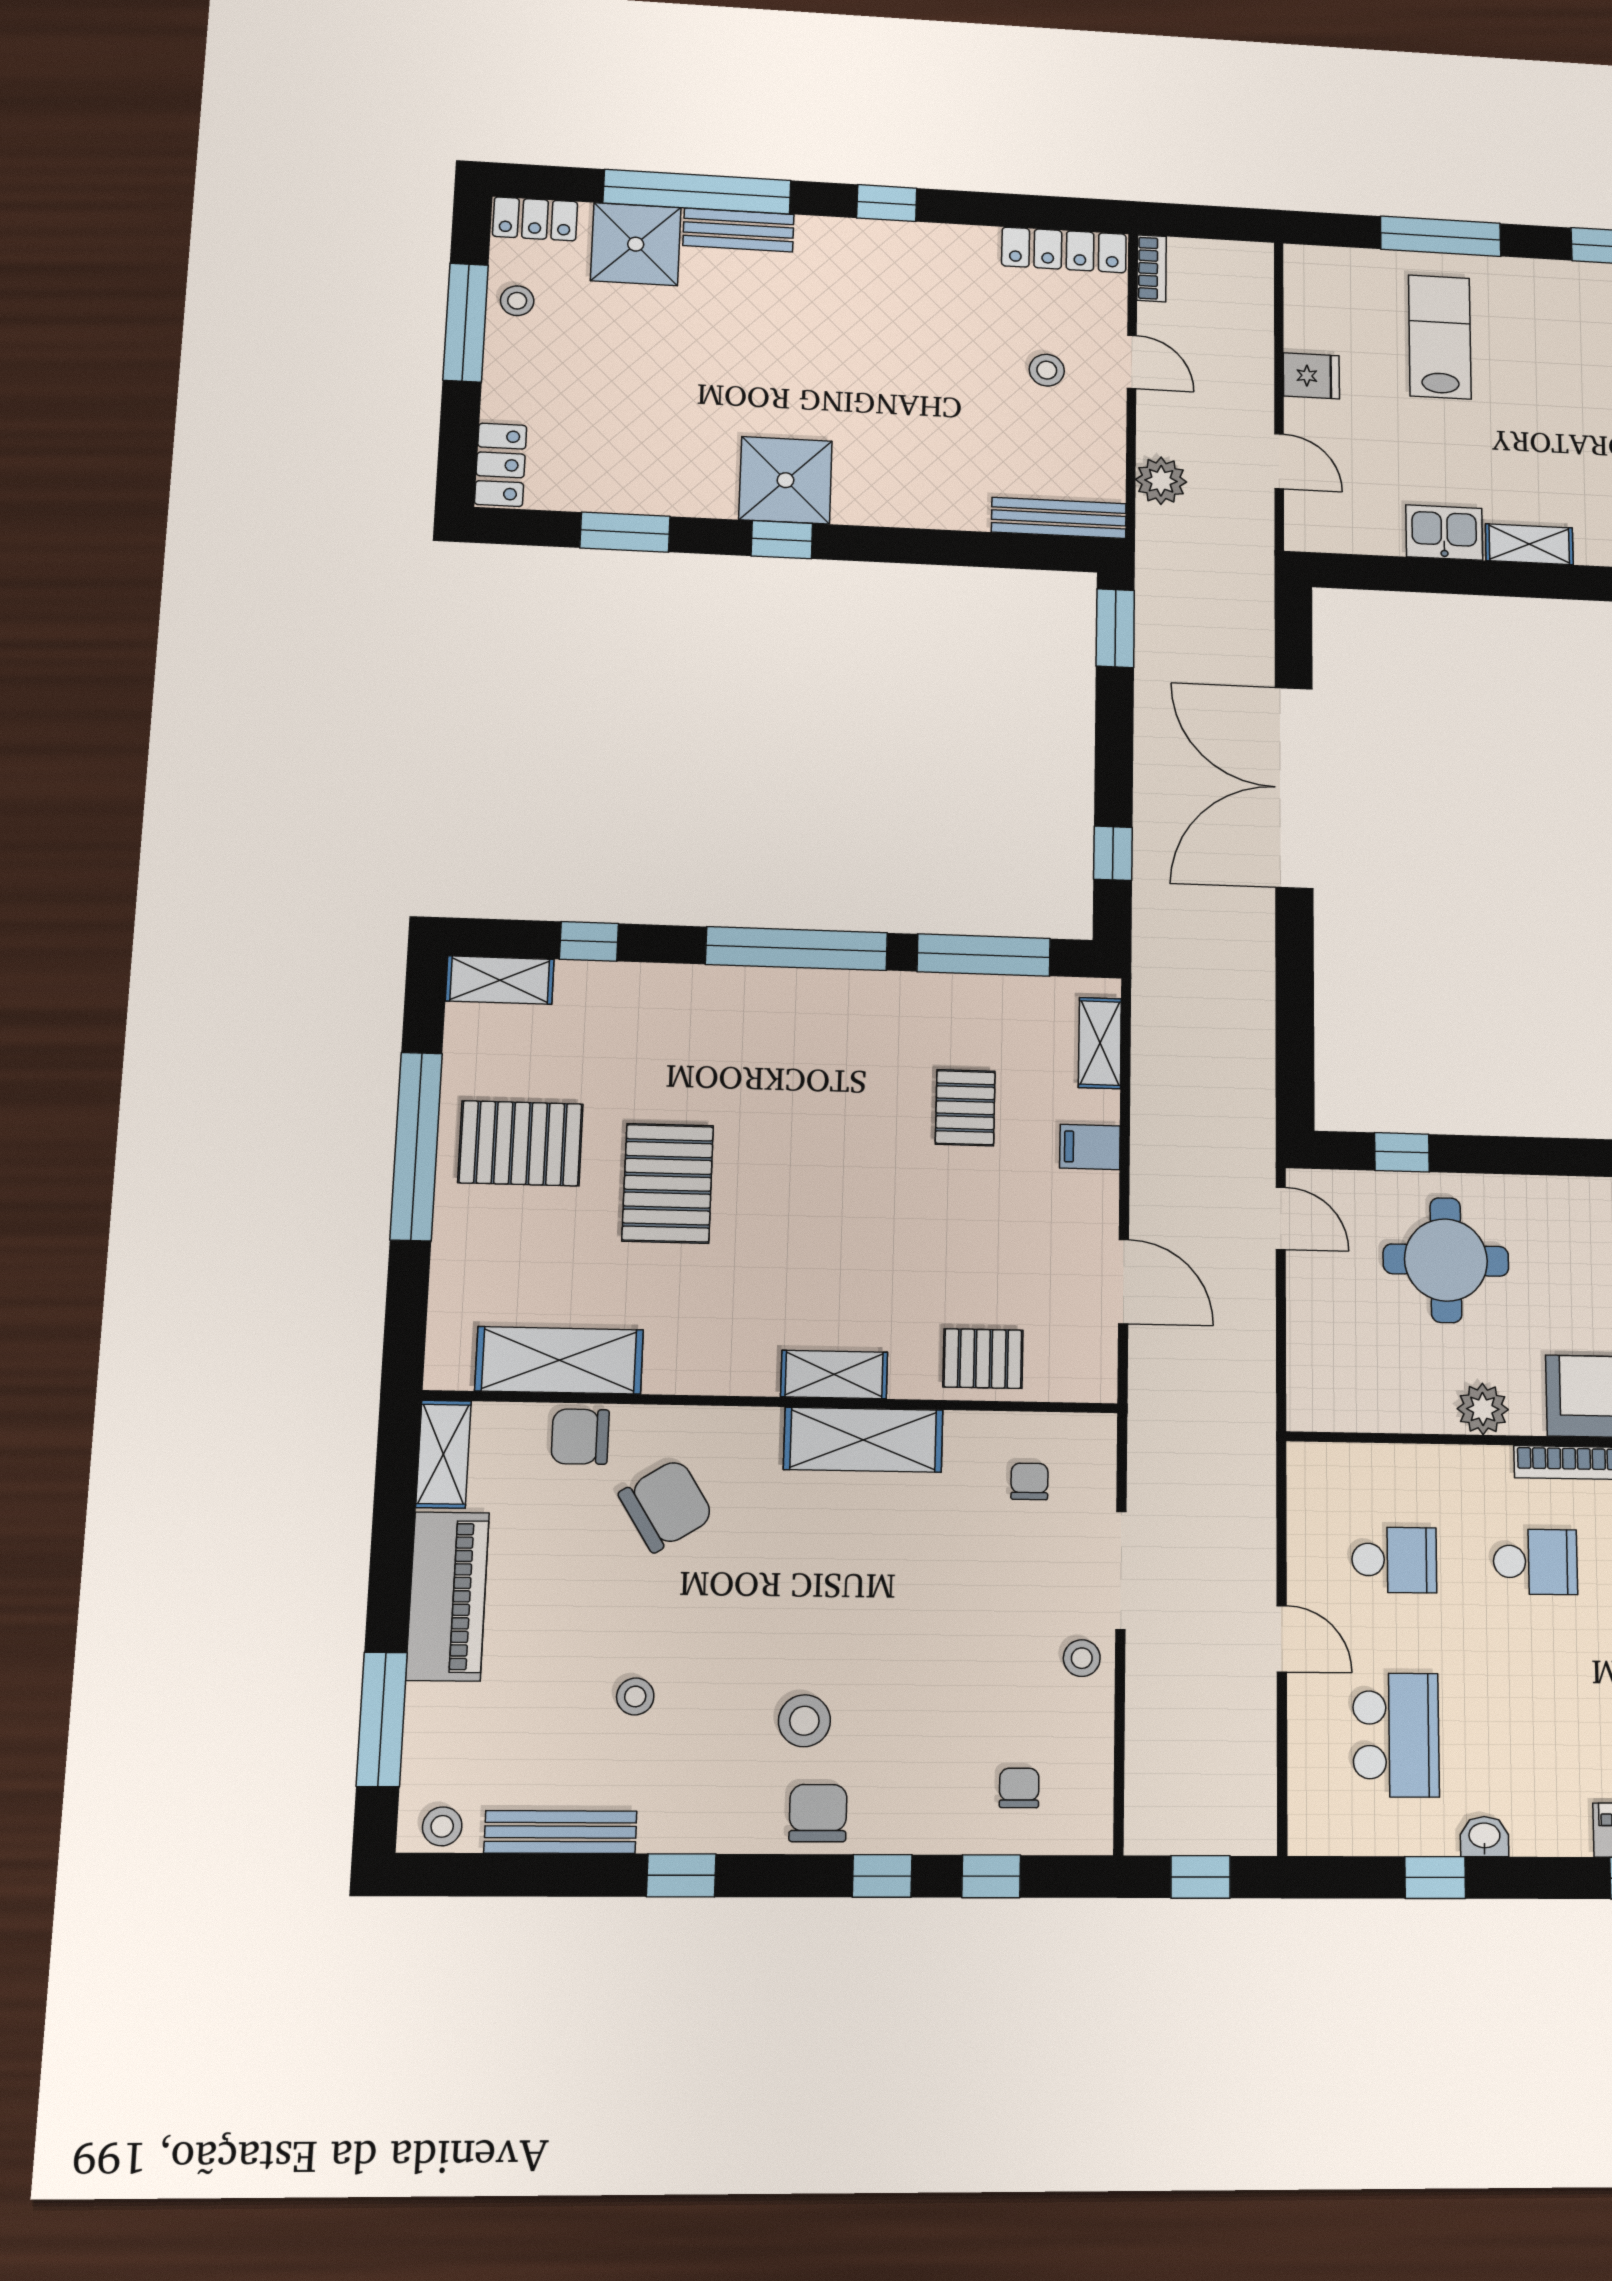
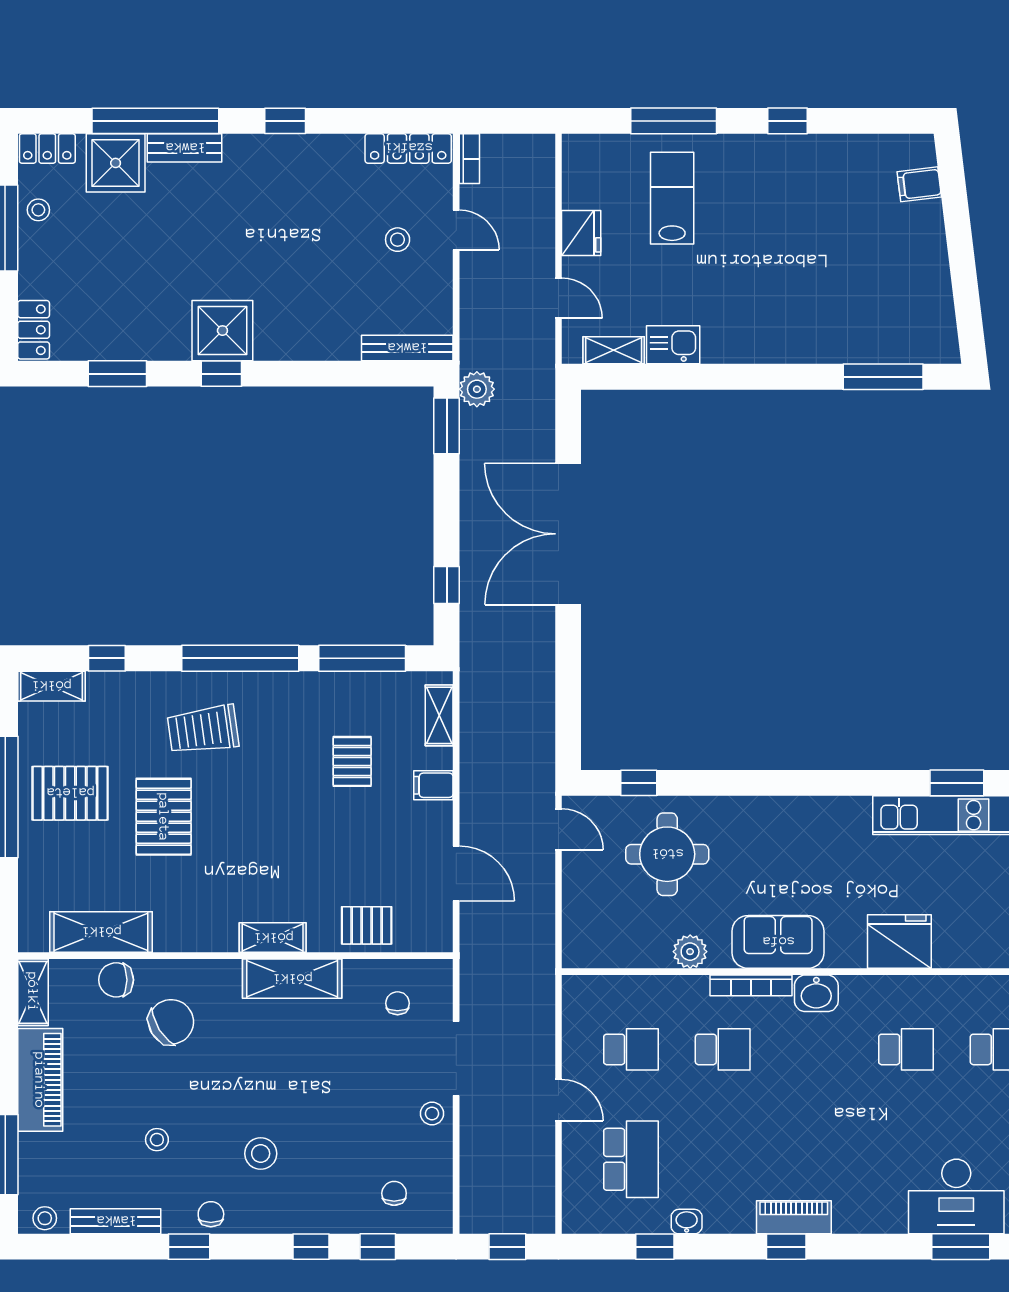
fridge: (1311, 376) -> (581, 233), width x1.38
plant: (1161, 481) -> (477, 389), moved
shelving: (1529, 544) -> (614, 350), moved
trolley: (735, 1053) -> (203, 730), added
chair: (818, 1813) -> (211, 1214), moved, width x0.73, depth x0.73

